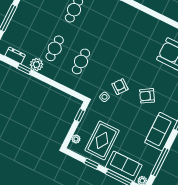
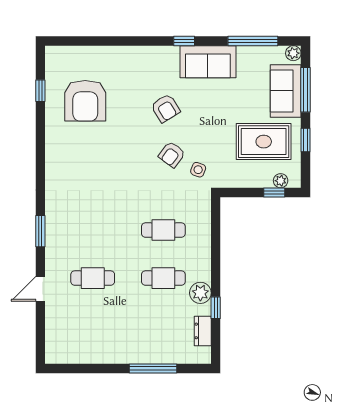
window: (80, 115) -> (274, 192), moved

